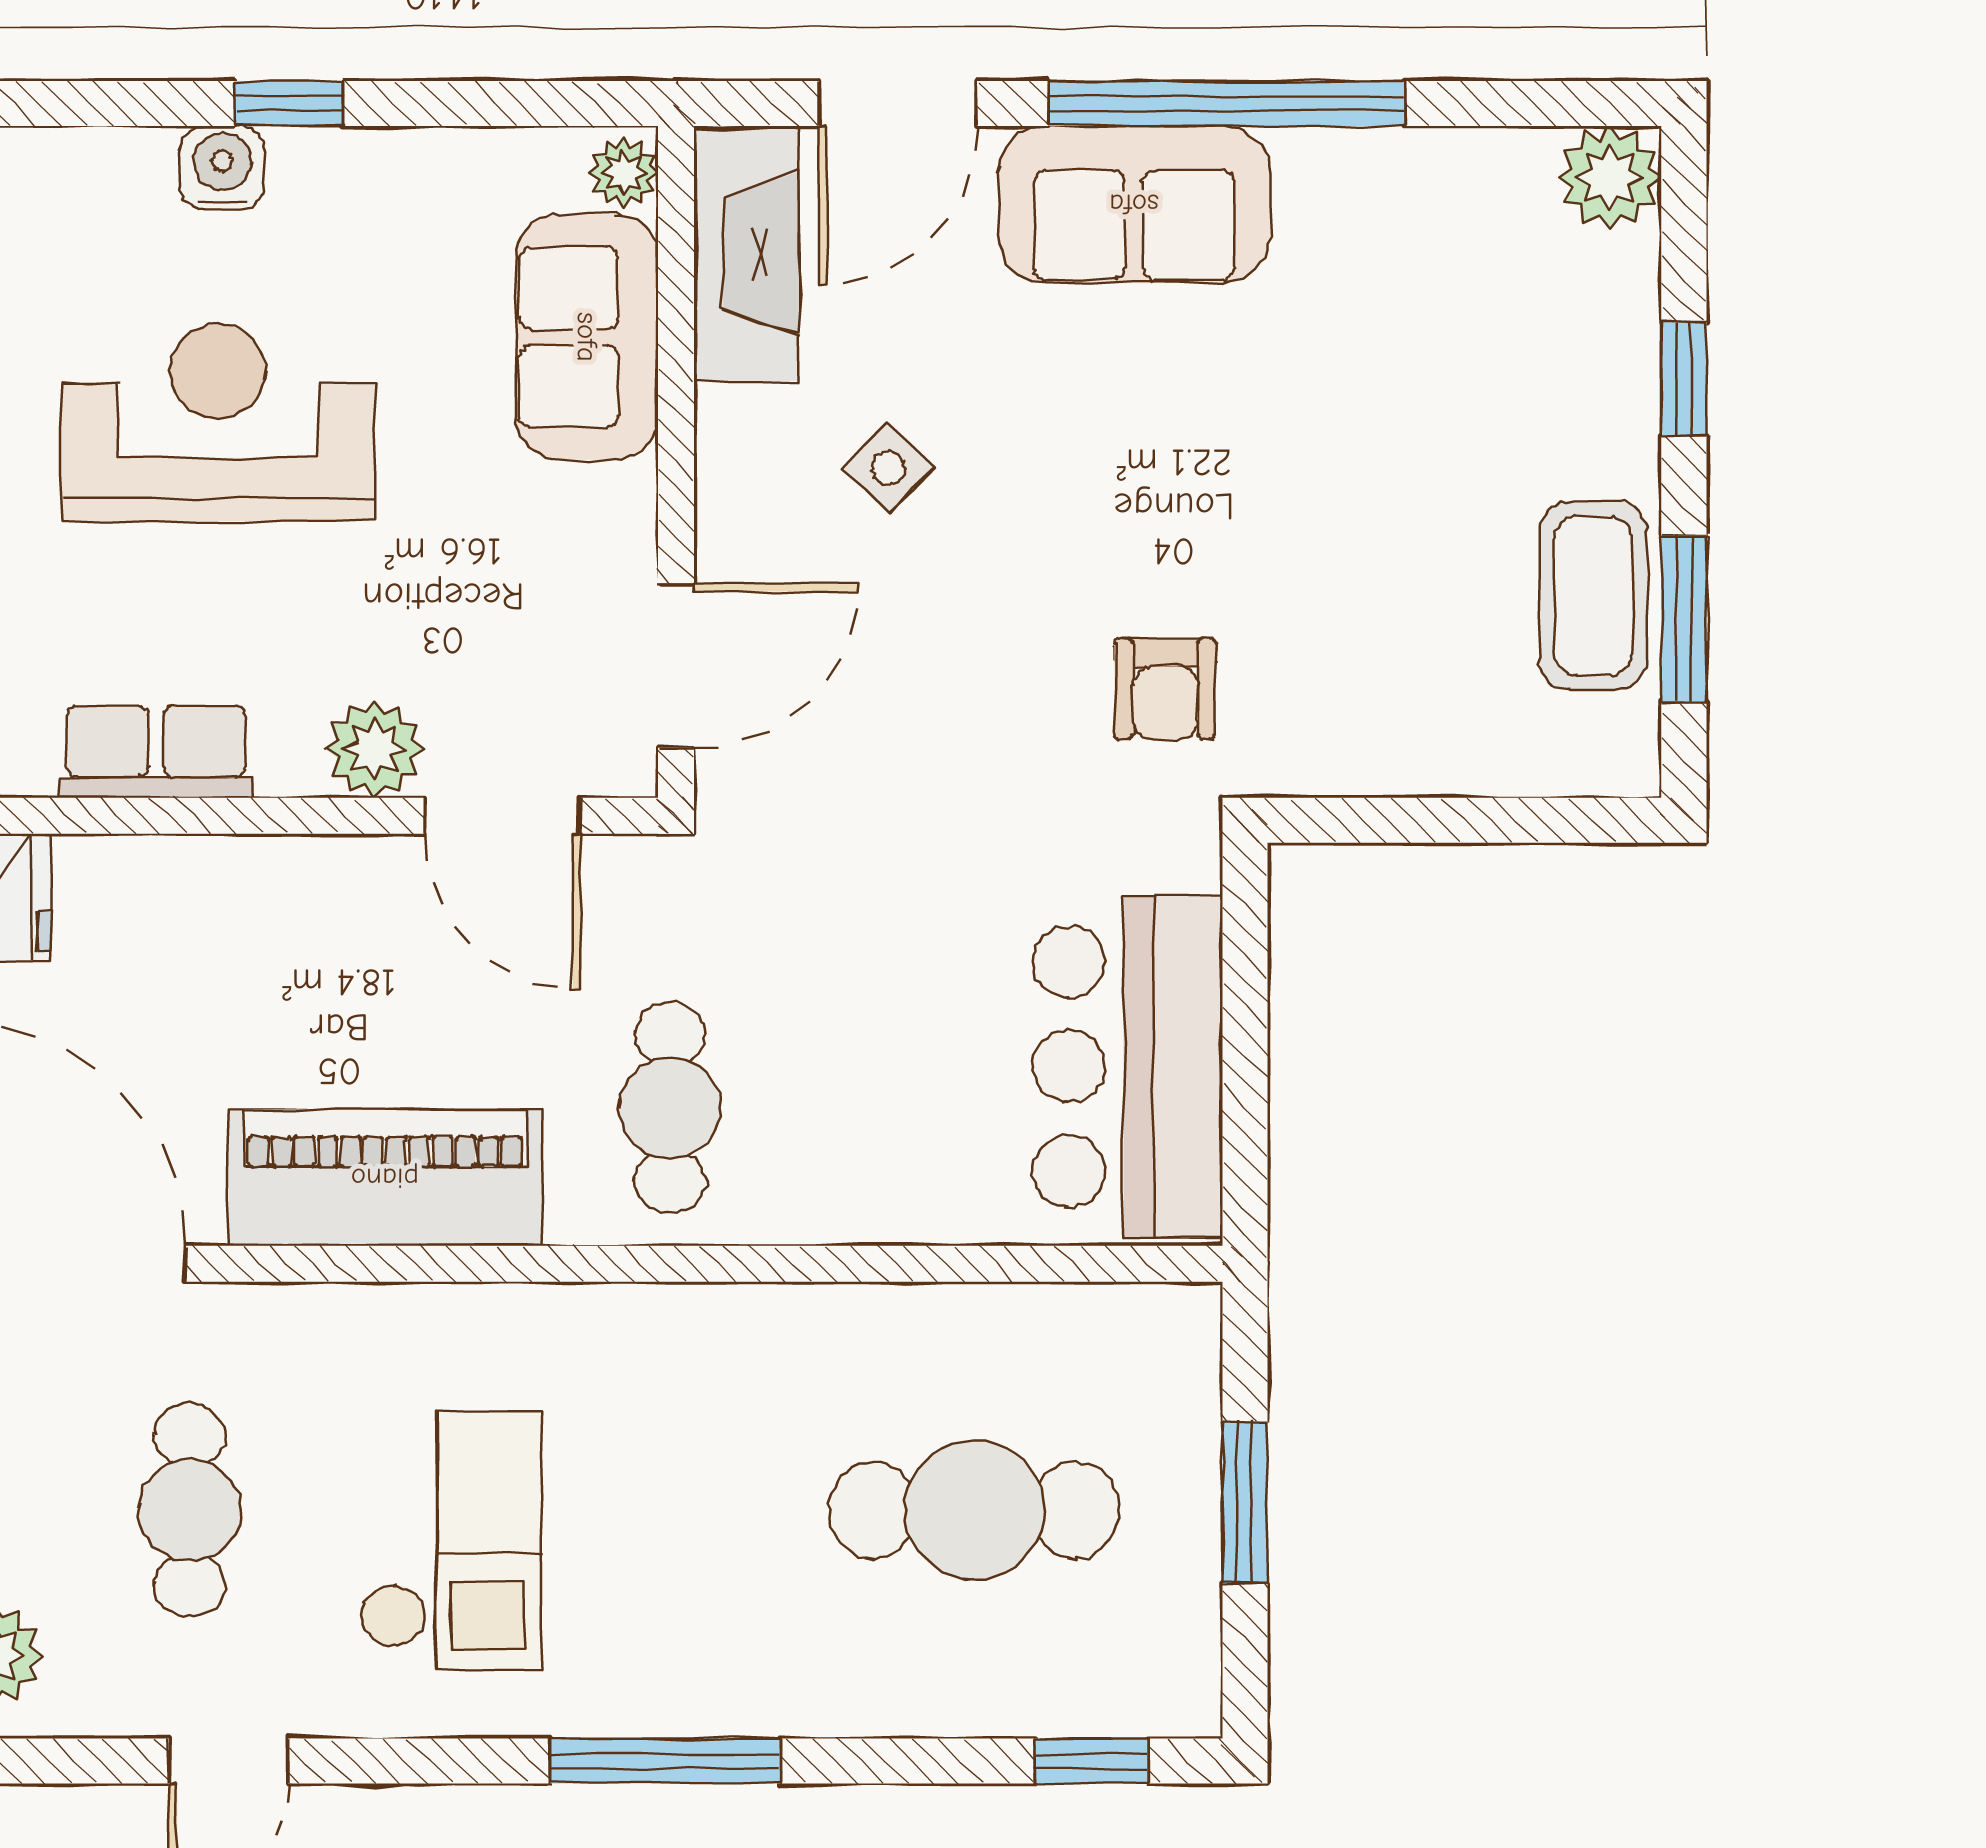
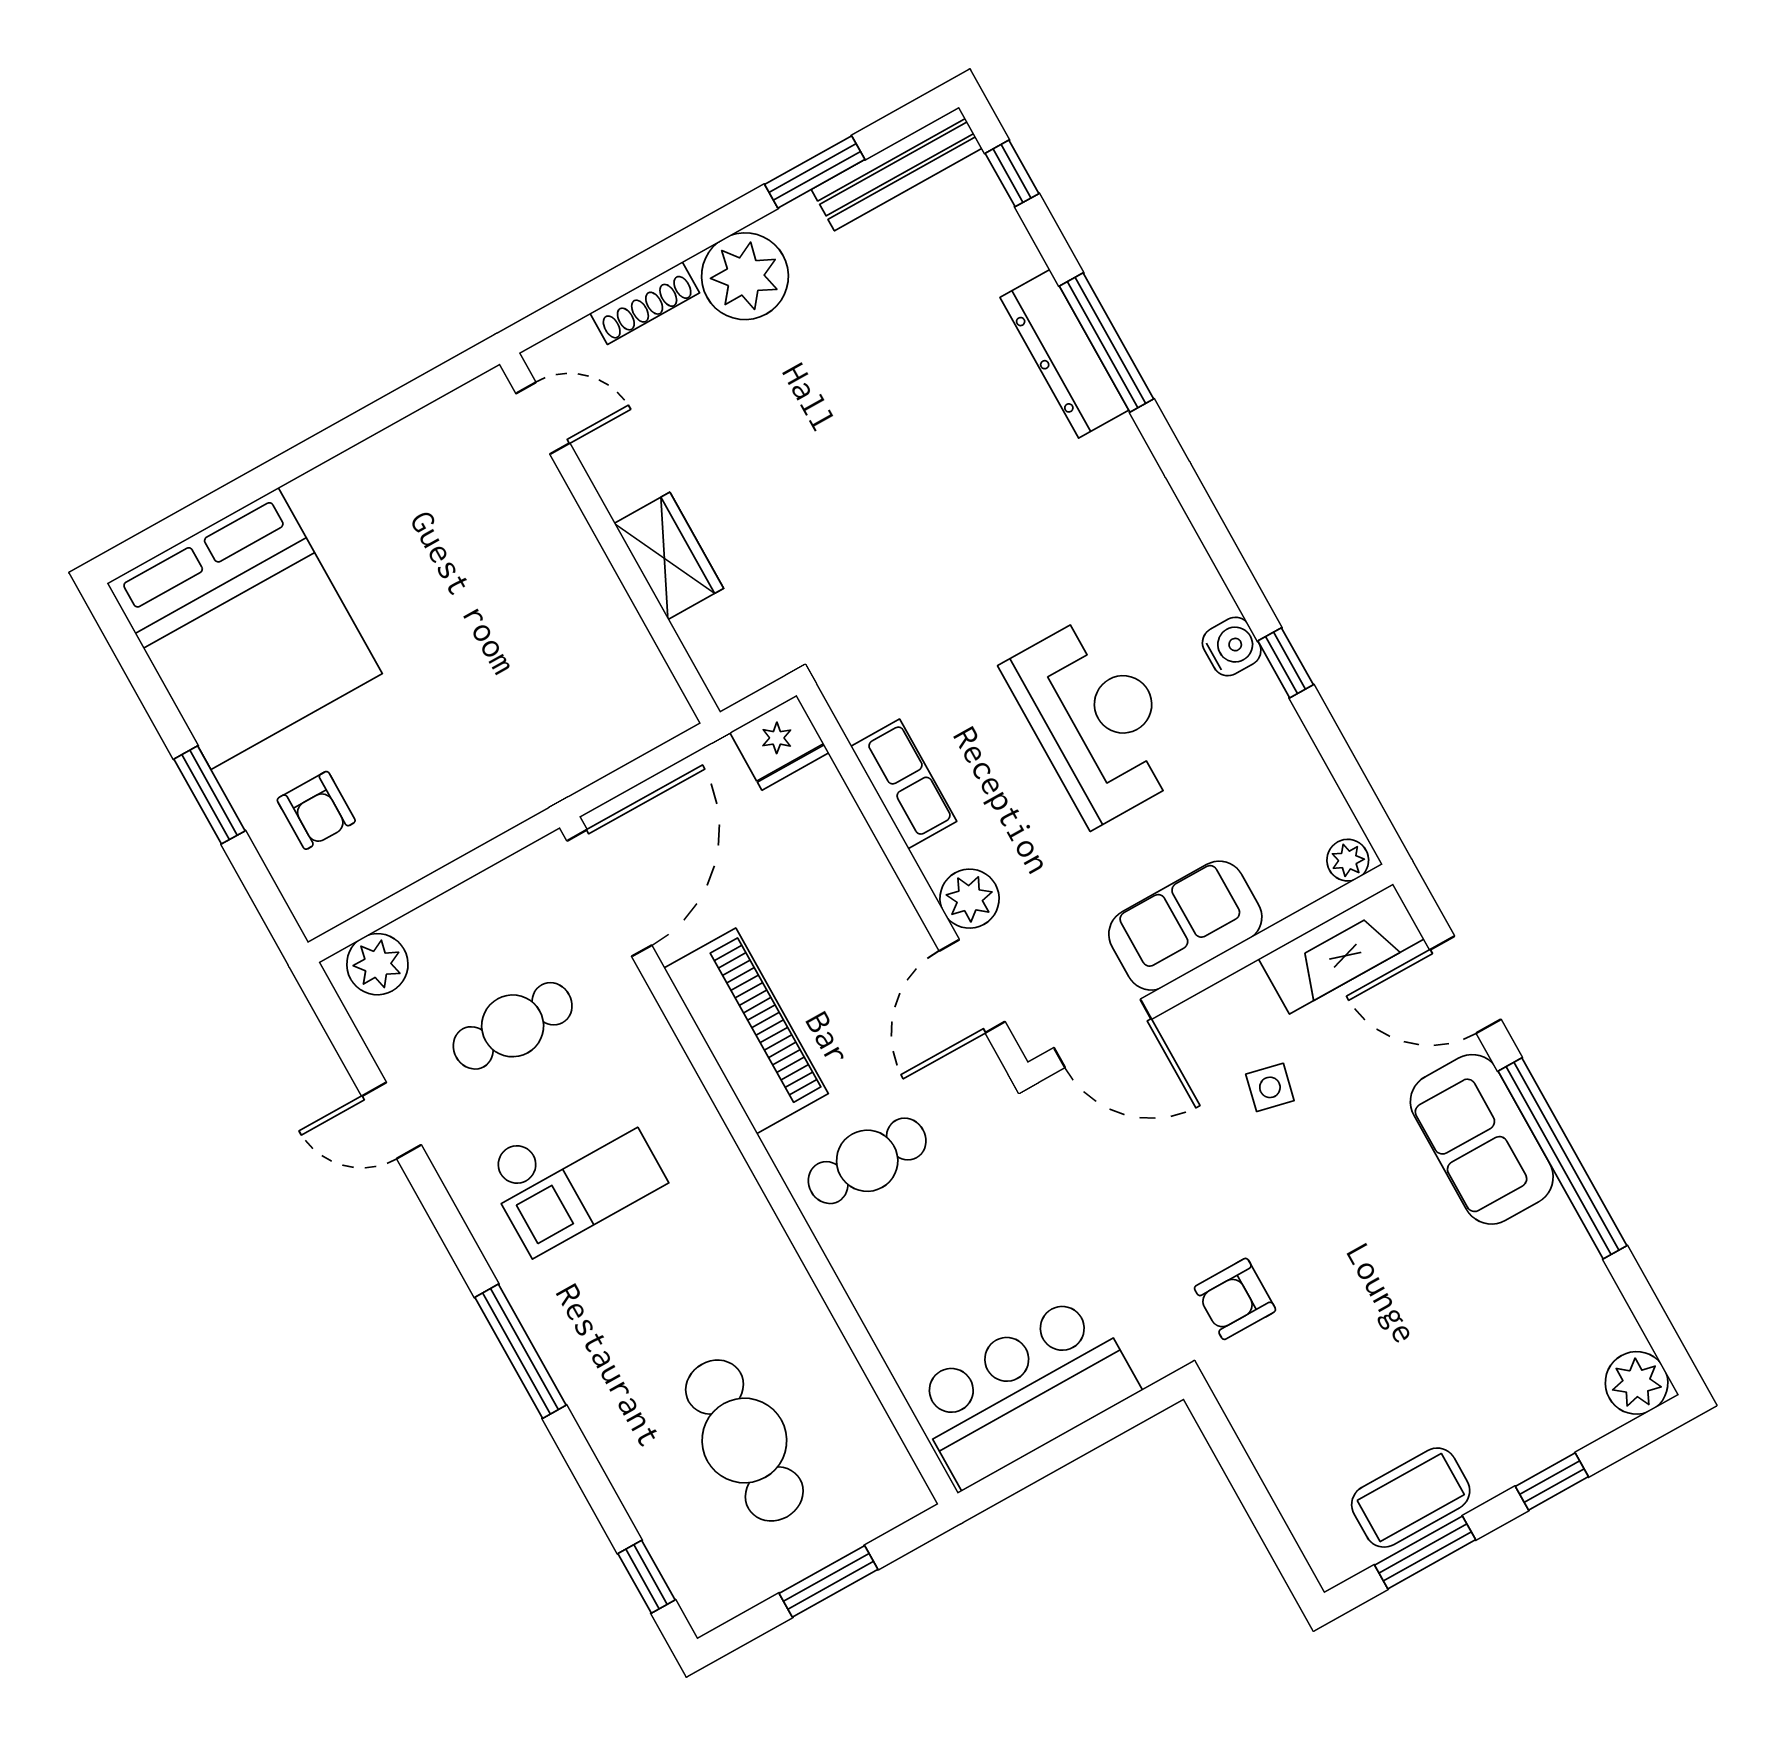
sofa: (587, 337) -> (1185, 926), moved
side table: (889, 468) -> (1270, 1087), turned -31

